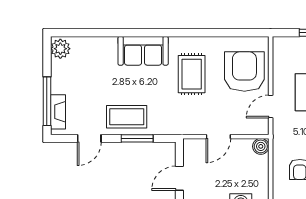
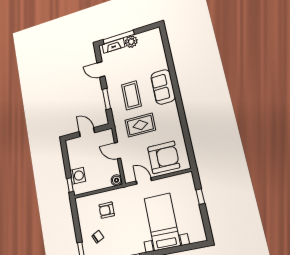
plant: (60, 49) -> (131, 42), moved
rug: (192, 74) -> (140, 125), moved
coffee table: (127, 117) -> (131, 95), moved

